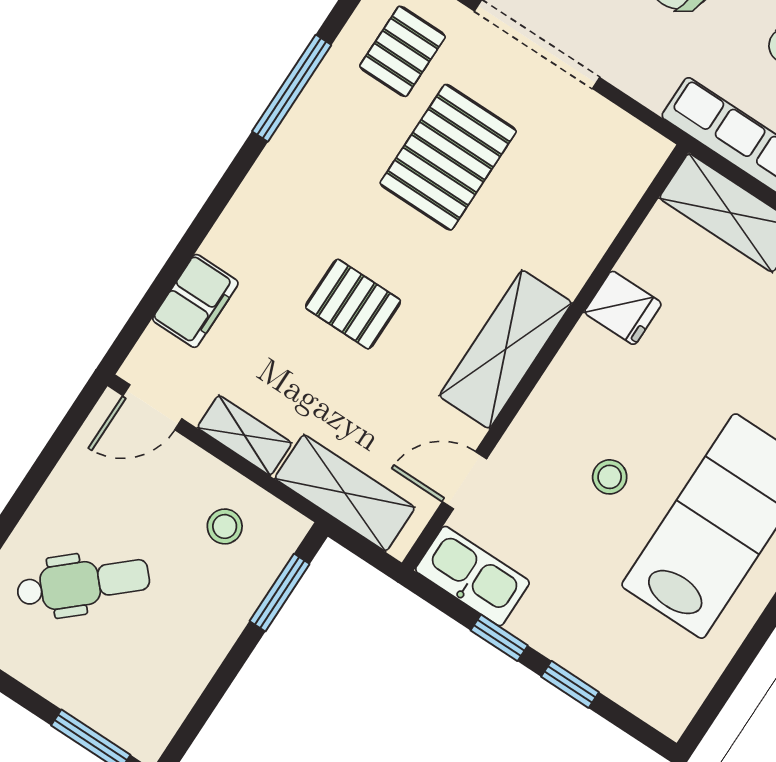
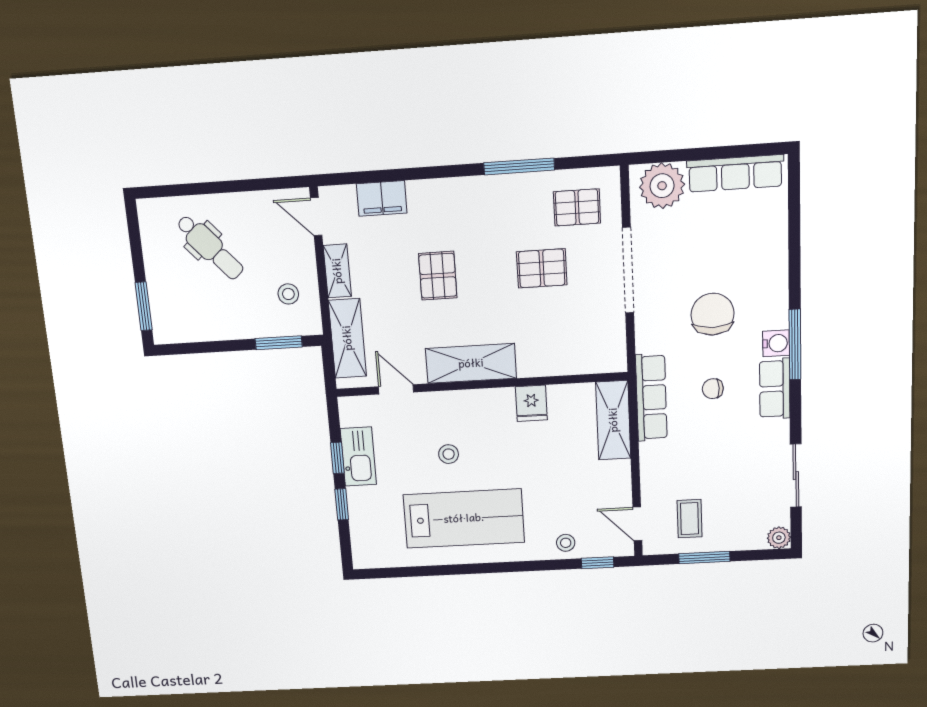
pallet: (448, 157) -> (542, 268), width x0.67, depth x0.71
kitchen sink: (472, 576) -> (358, 457), moved

